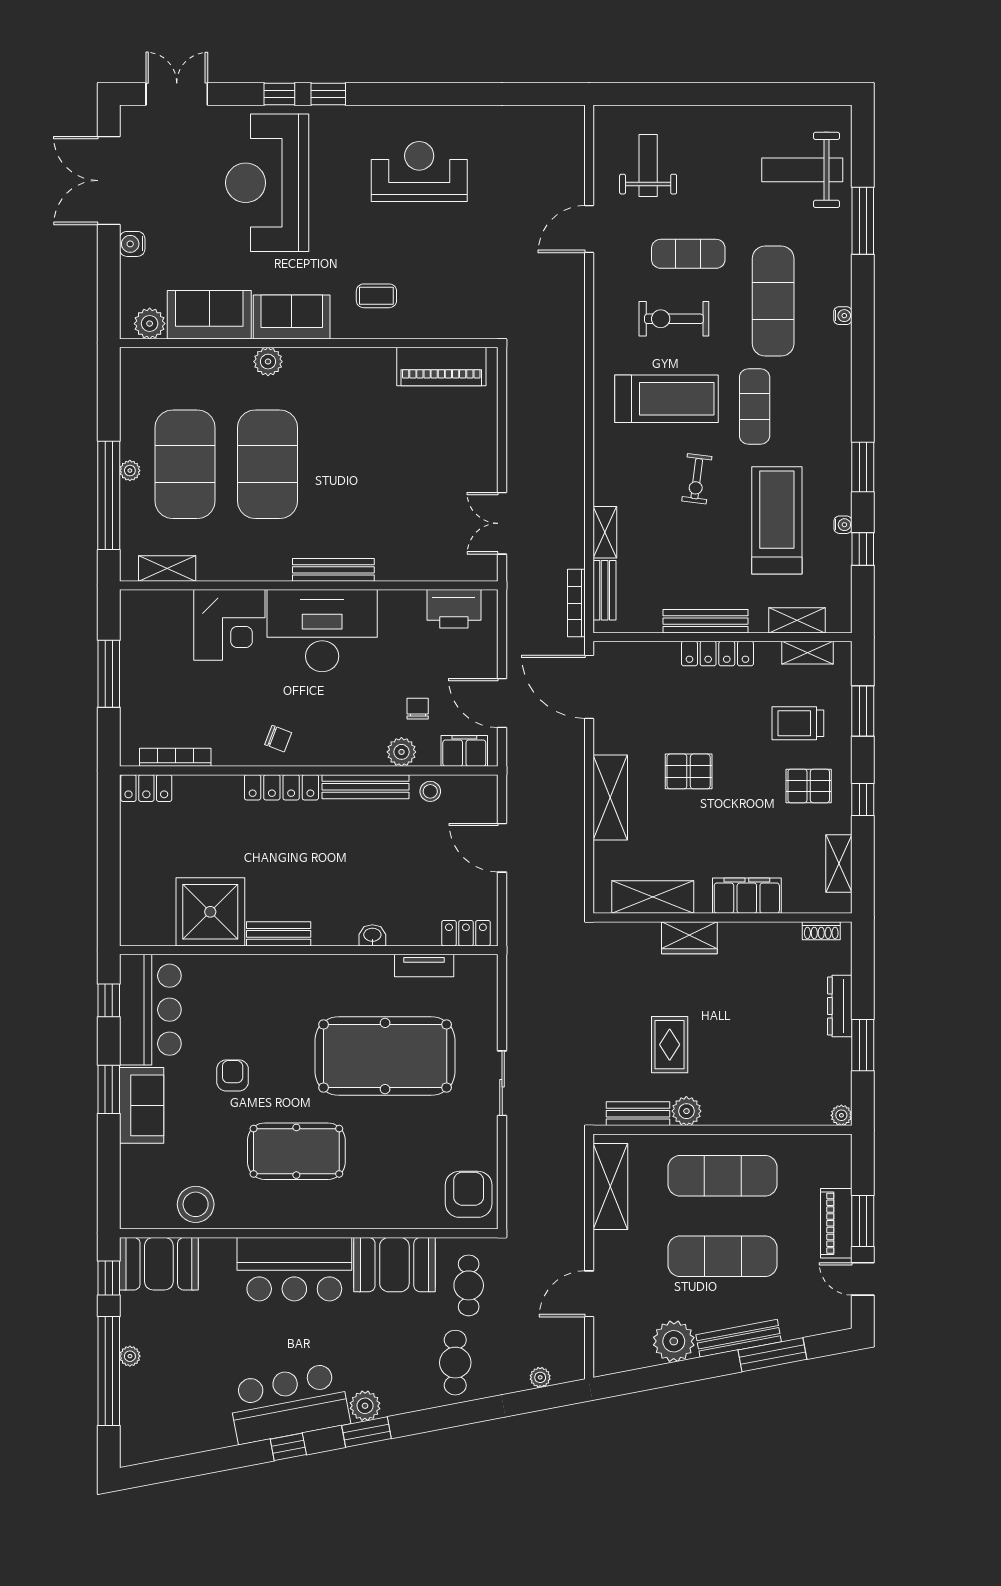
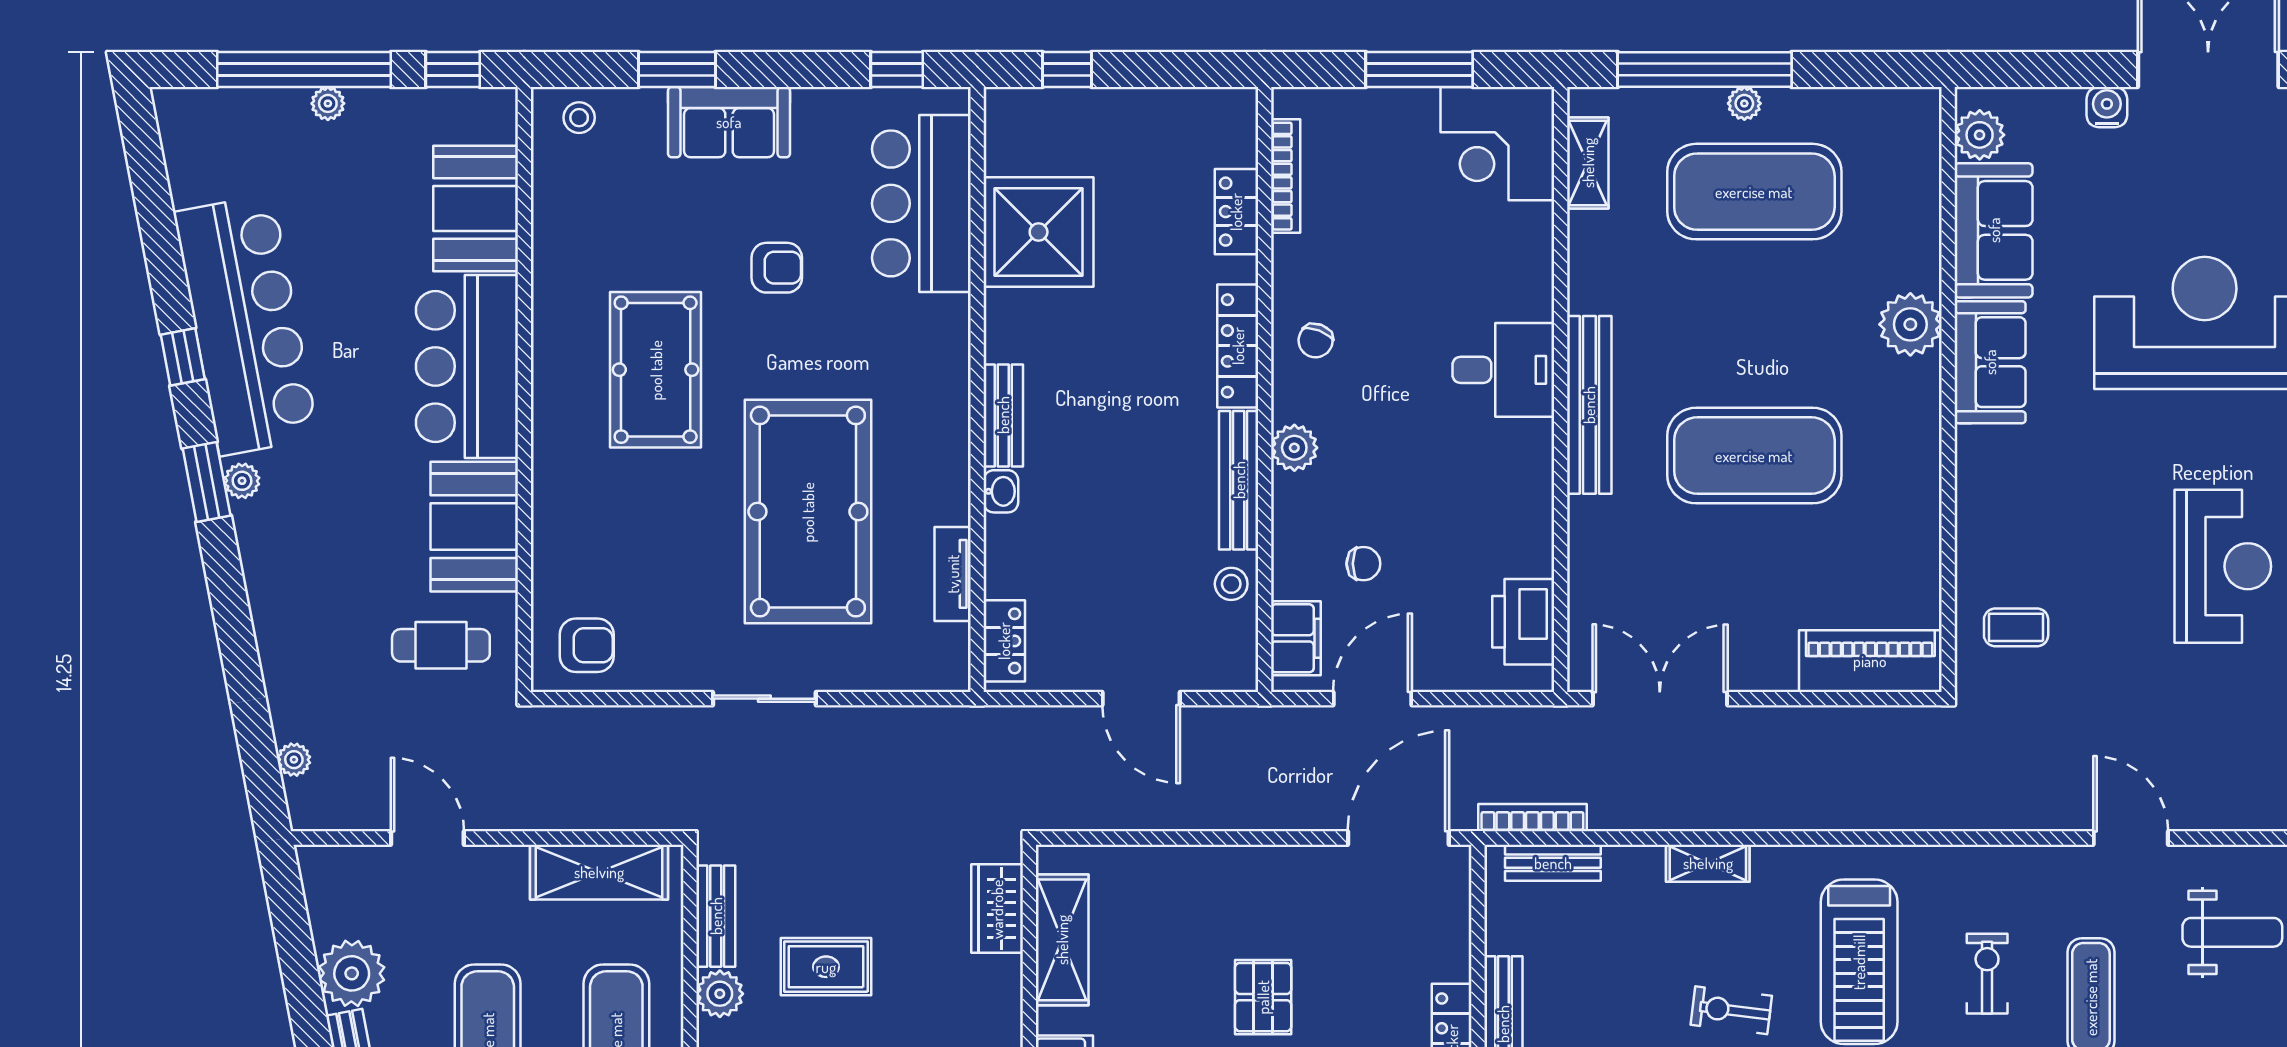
coffee table: (376, 296) -> (2016, 627), moved, turned 90
exercise bike: (674, 319) -> (1987, 974), width x0.73, depth x0.72
plant: (268, 362) -> (1910, 324), width x1.36, depth x1.36
piano: (441, 367) -> (1870, 661), moved, turned 90
exercise mat: (268, 464) -> (1754, 456), moved
double door: (502, 523) -> (1660, 699), width x1.37
shelving: (605, 532) -> (1708, 863), moved
bench: (333, 570) -> (1589, 405), width x1.37, depth x1.21
corner desk: (229, 625) -> (1497, 144), moved
desk: (322, 631) -> (1503, 370), width x0.53, depth x0.77
plant: (401, 752) -> (1294, 448), moved
locker: (146, 788) -> (1236, 212), moved
shelving: (610, 797) -> (1221, 872), removed
door: (502, 848) -> (1141, 699), swing flipped
window: (109, 894) -> (1067, 70), added
bench: (279, 934) -> (1003, 415), moved
wardrobe: (689, 938) -> (997, 909), moved
bar counter: (150, 1010) -> (921, 203), moved, turned 90
window: (109, 1089) -> (677, 70), moved
armchair: (469, 1194) -> (587, 645), width x0.72, depth x0.72
stool: (196, 1204) -> (579, 118), moved, width x0.53, depth x0.53
booth: (159, 1264) -> (476, 208), moved
cafe table: (455, 1363) -> (318, 624), removed
bar counter: (289, 1403) -> (246, 325), width x1.36
plant: (365, 1406) -> (242, 481), width x0.73, depth x0.73

